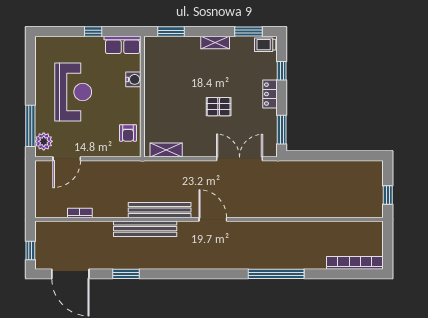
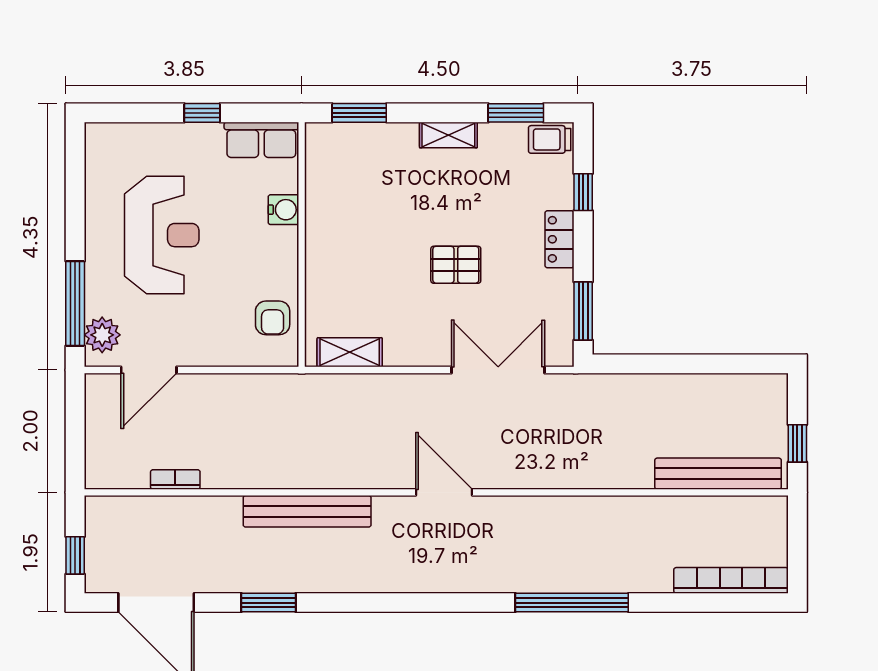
bench: (160, 210) -> (718, 474), moved

